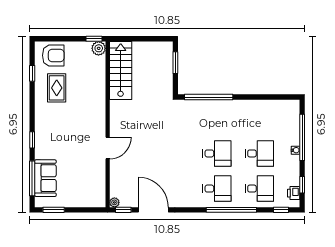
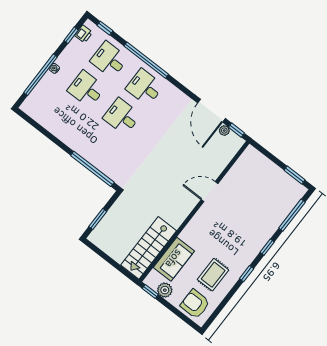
plant: (99, 48) -> (165, 290), moved
window: (32, 73) -> (247, 274), moved
sofa: (45, 178) -> (174, 259), moved, turned 180
plant: (114, 202) -> (224, 131), moved

